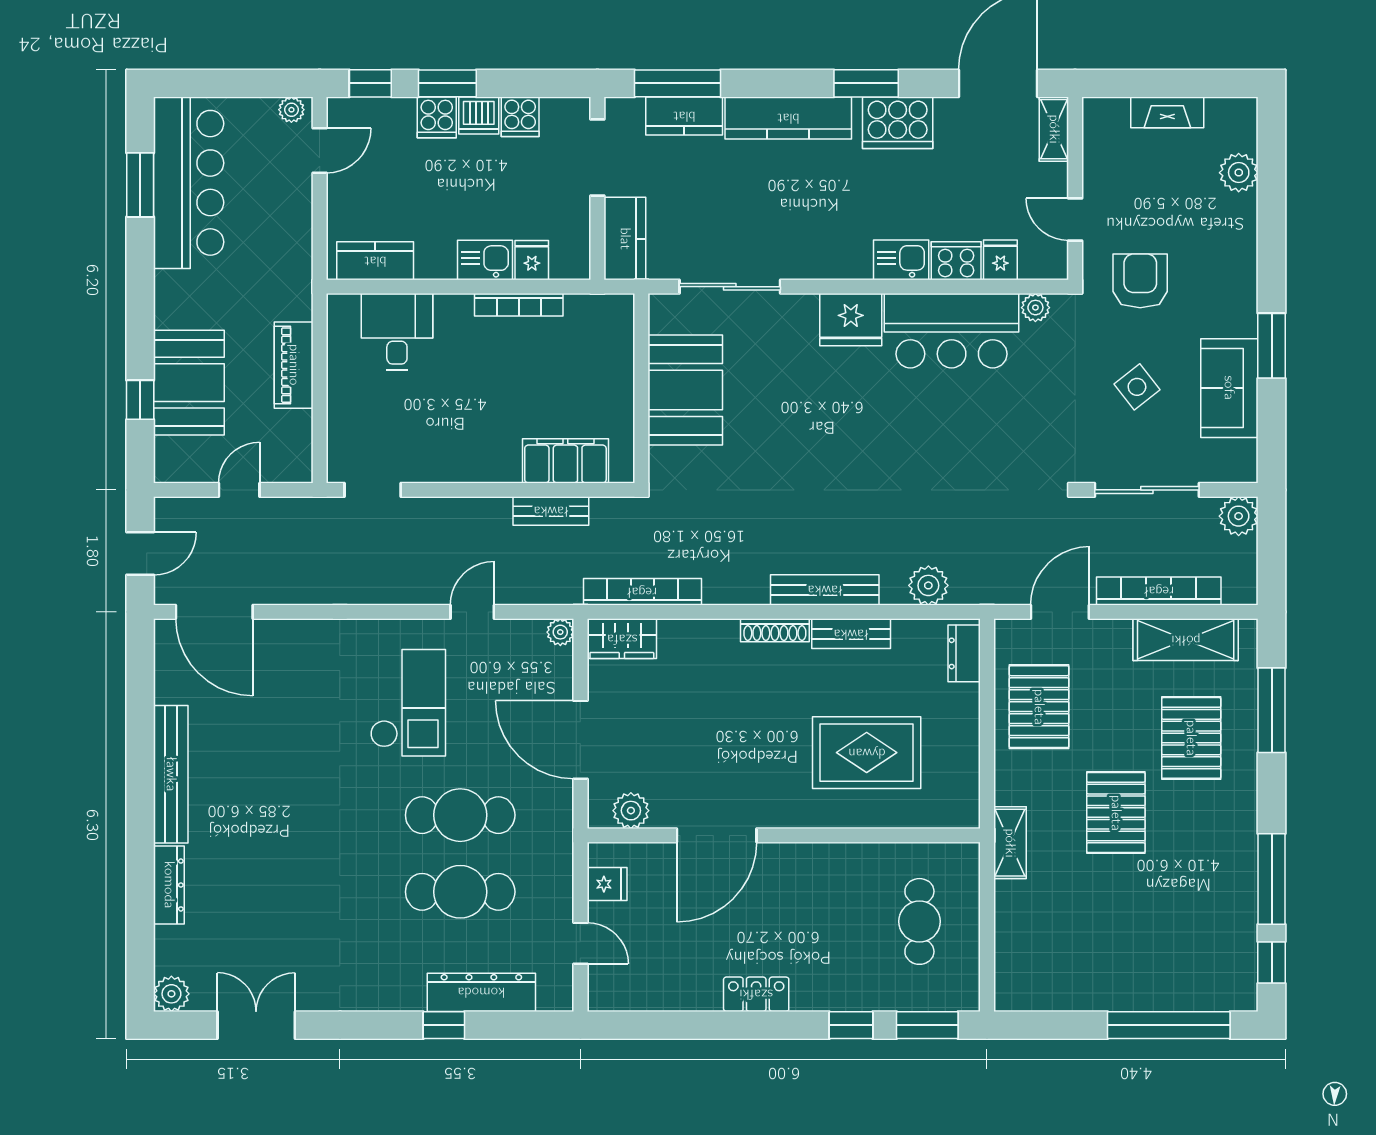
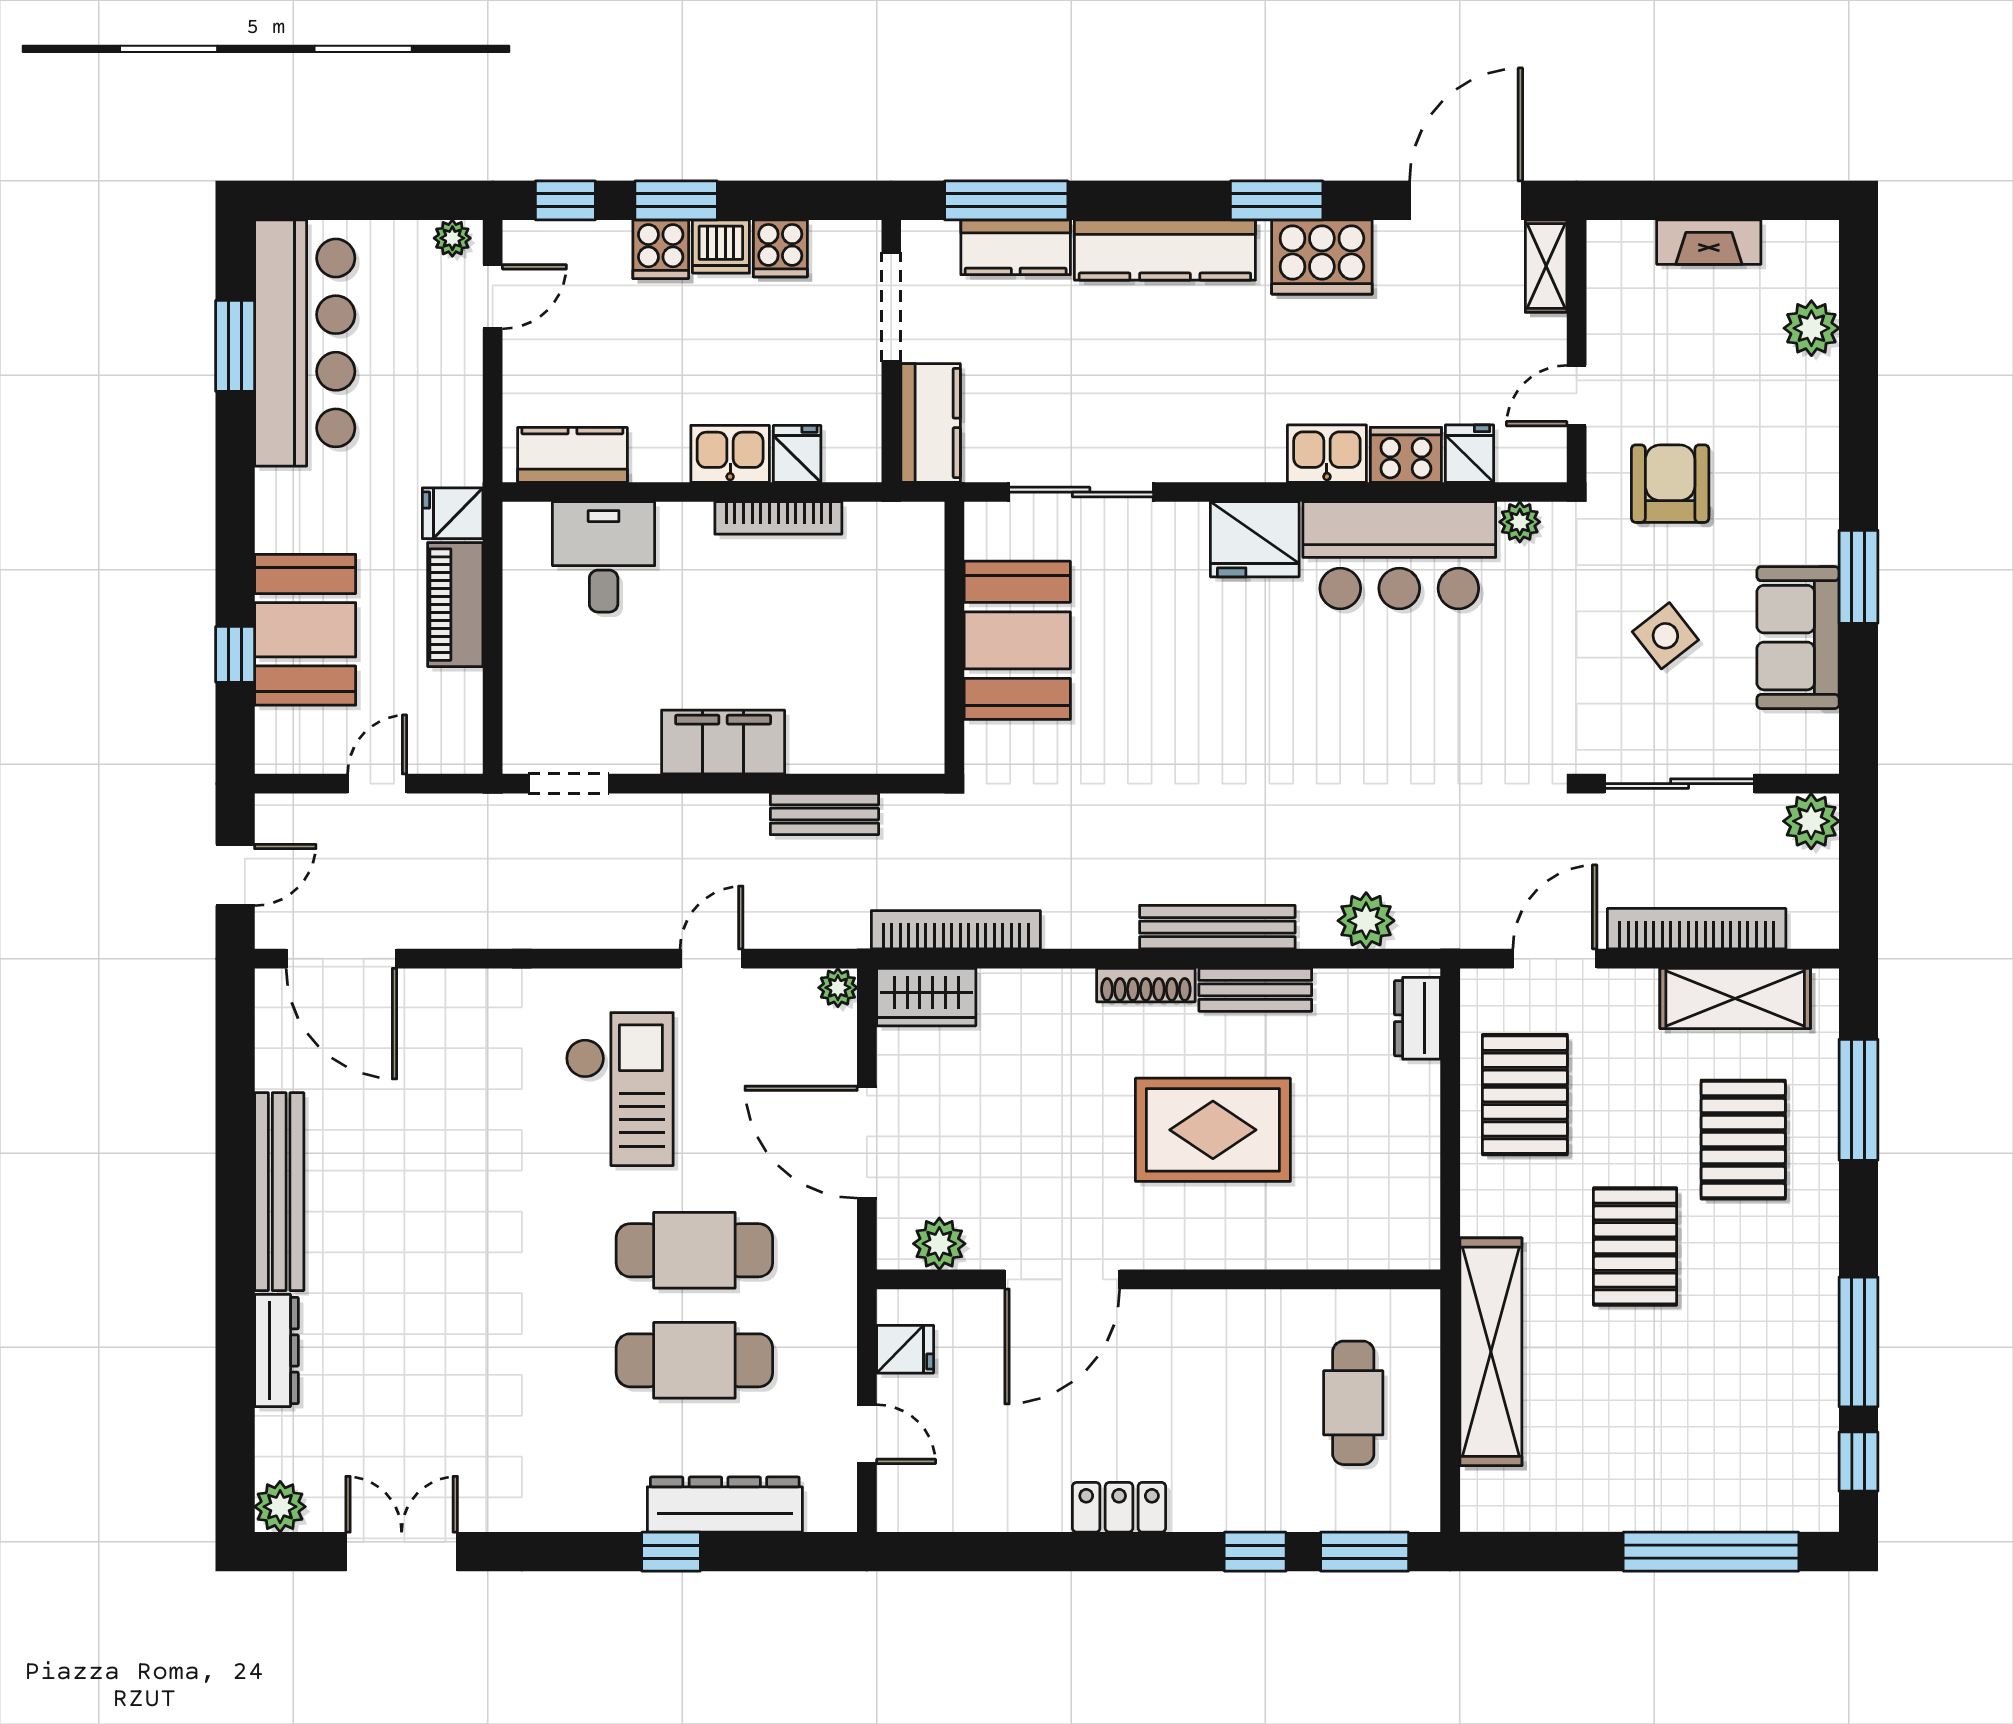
door: (1075, 219) -> (1577, 396), hinge flipped
fridge: (292, 301) -> (453, 513), added
filing cabinet: (565, 461) -> (723, 742), moved
rug: (867, 753) -> (1213, 1130), moved
shelving: (1010, 843) -> (1491, 1352), width x2.20, depth x1.33

